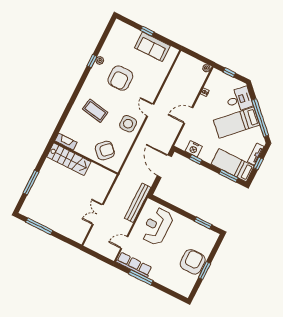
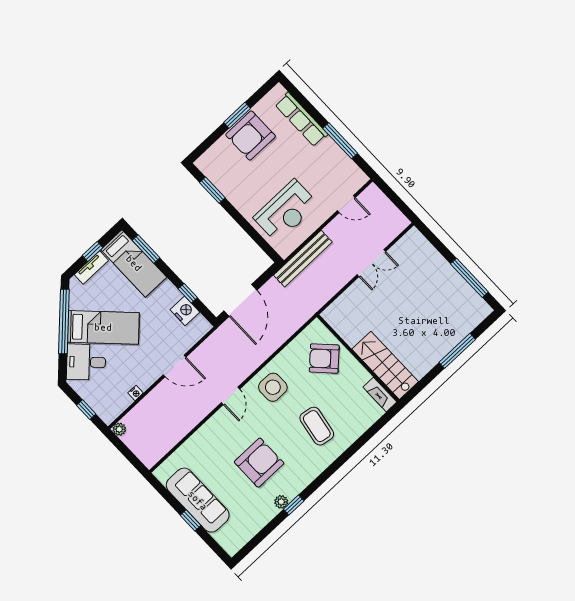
sofa: (152, 47) -> (198, 500), width x1.36
row of seats: (134, 265) -> (301, 119), moved

